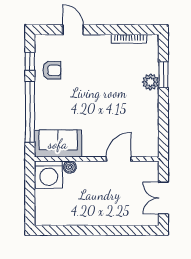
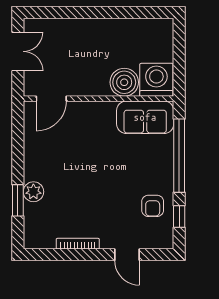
bookcase: (129, 39) -> (78, 244), moved
armchair: (52, 70) -> (153, 206), turned -90
door: (119, 159) -> (51, 99), moved
boiler: (70, 167) -> (124, 82), width x1.86, depth x1.86

